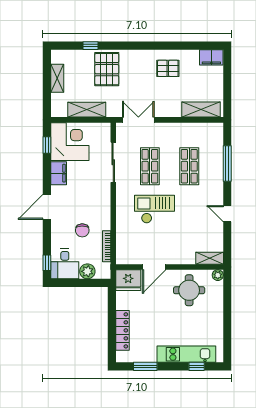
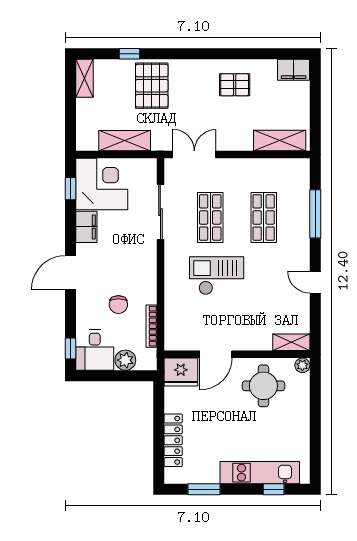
shelving: (57, 78) -> (84, 78), moved

